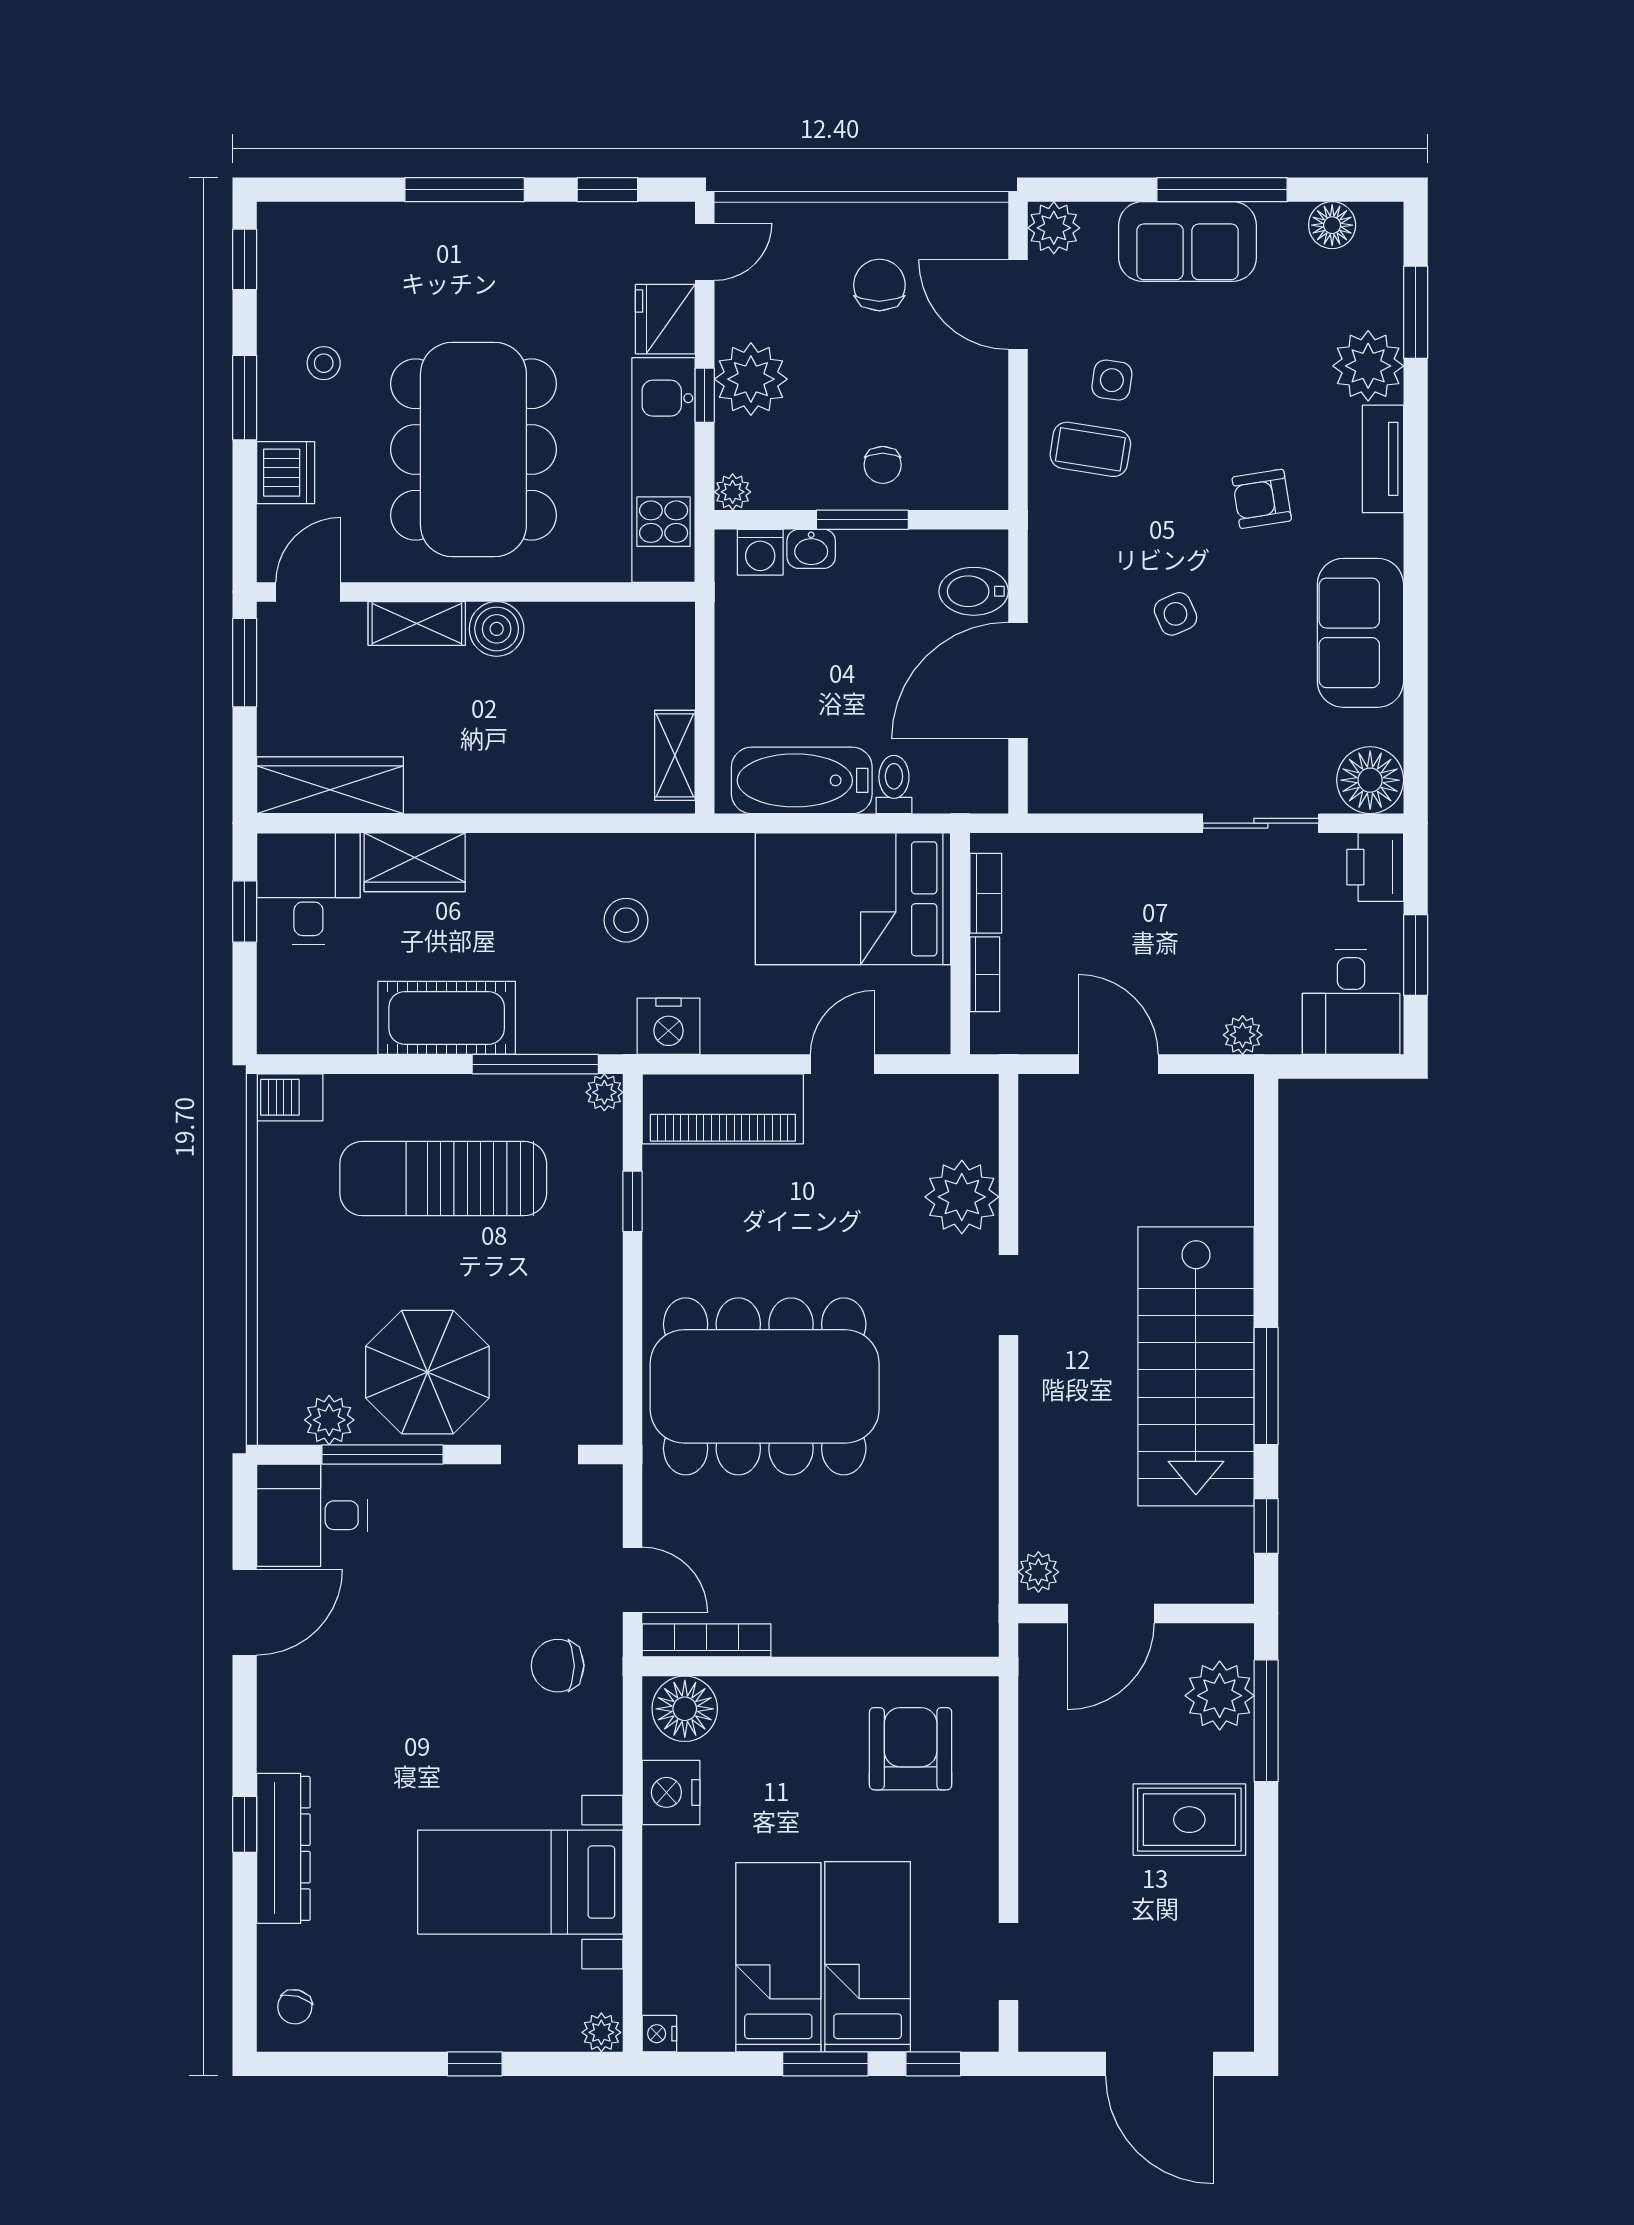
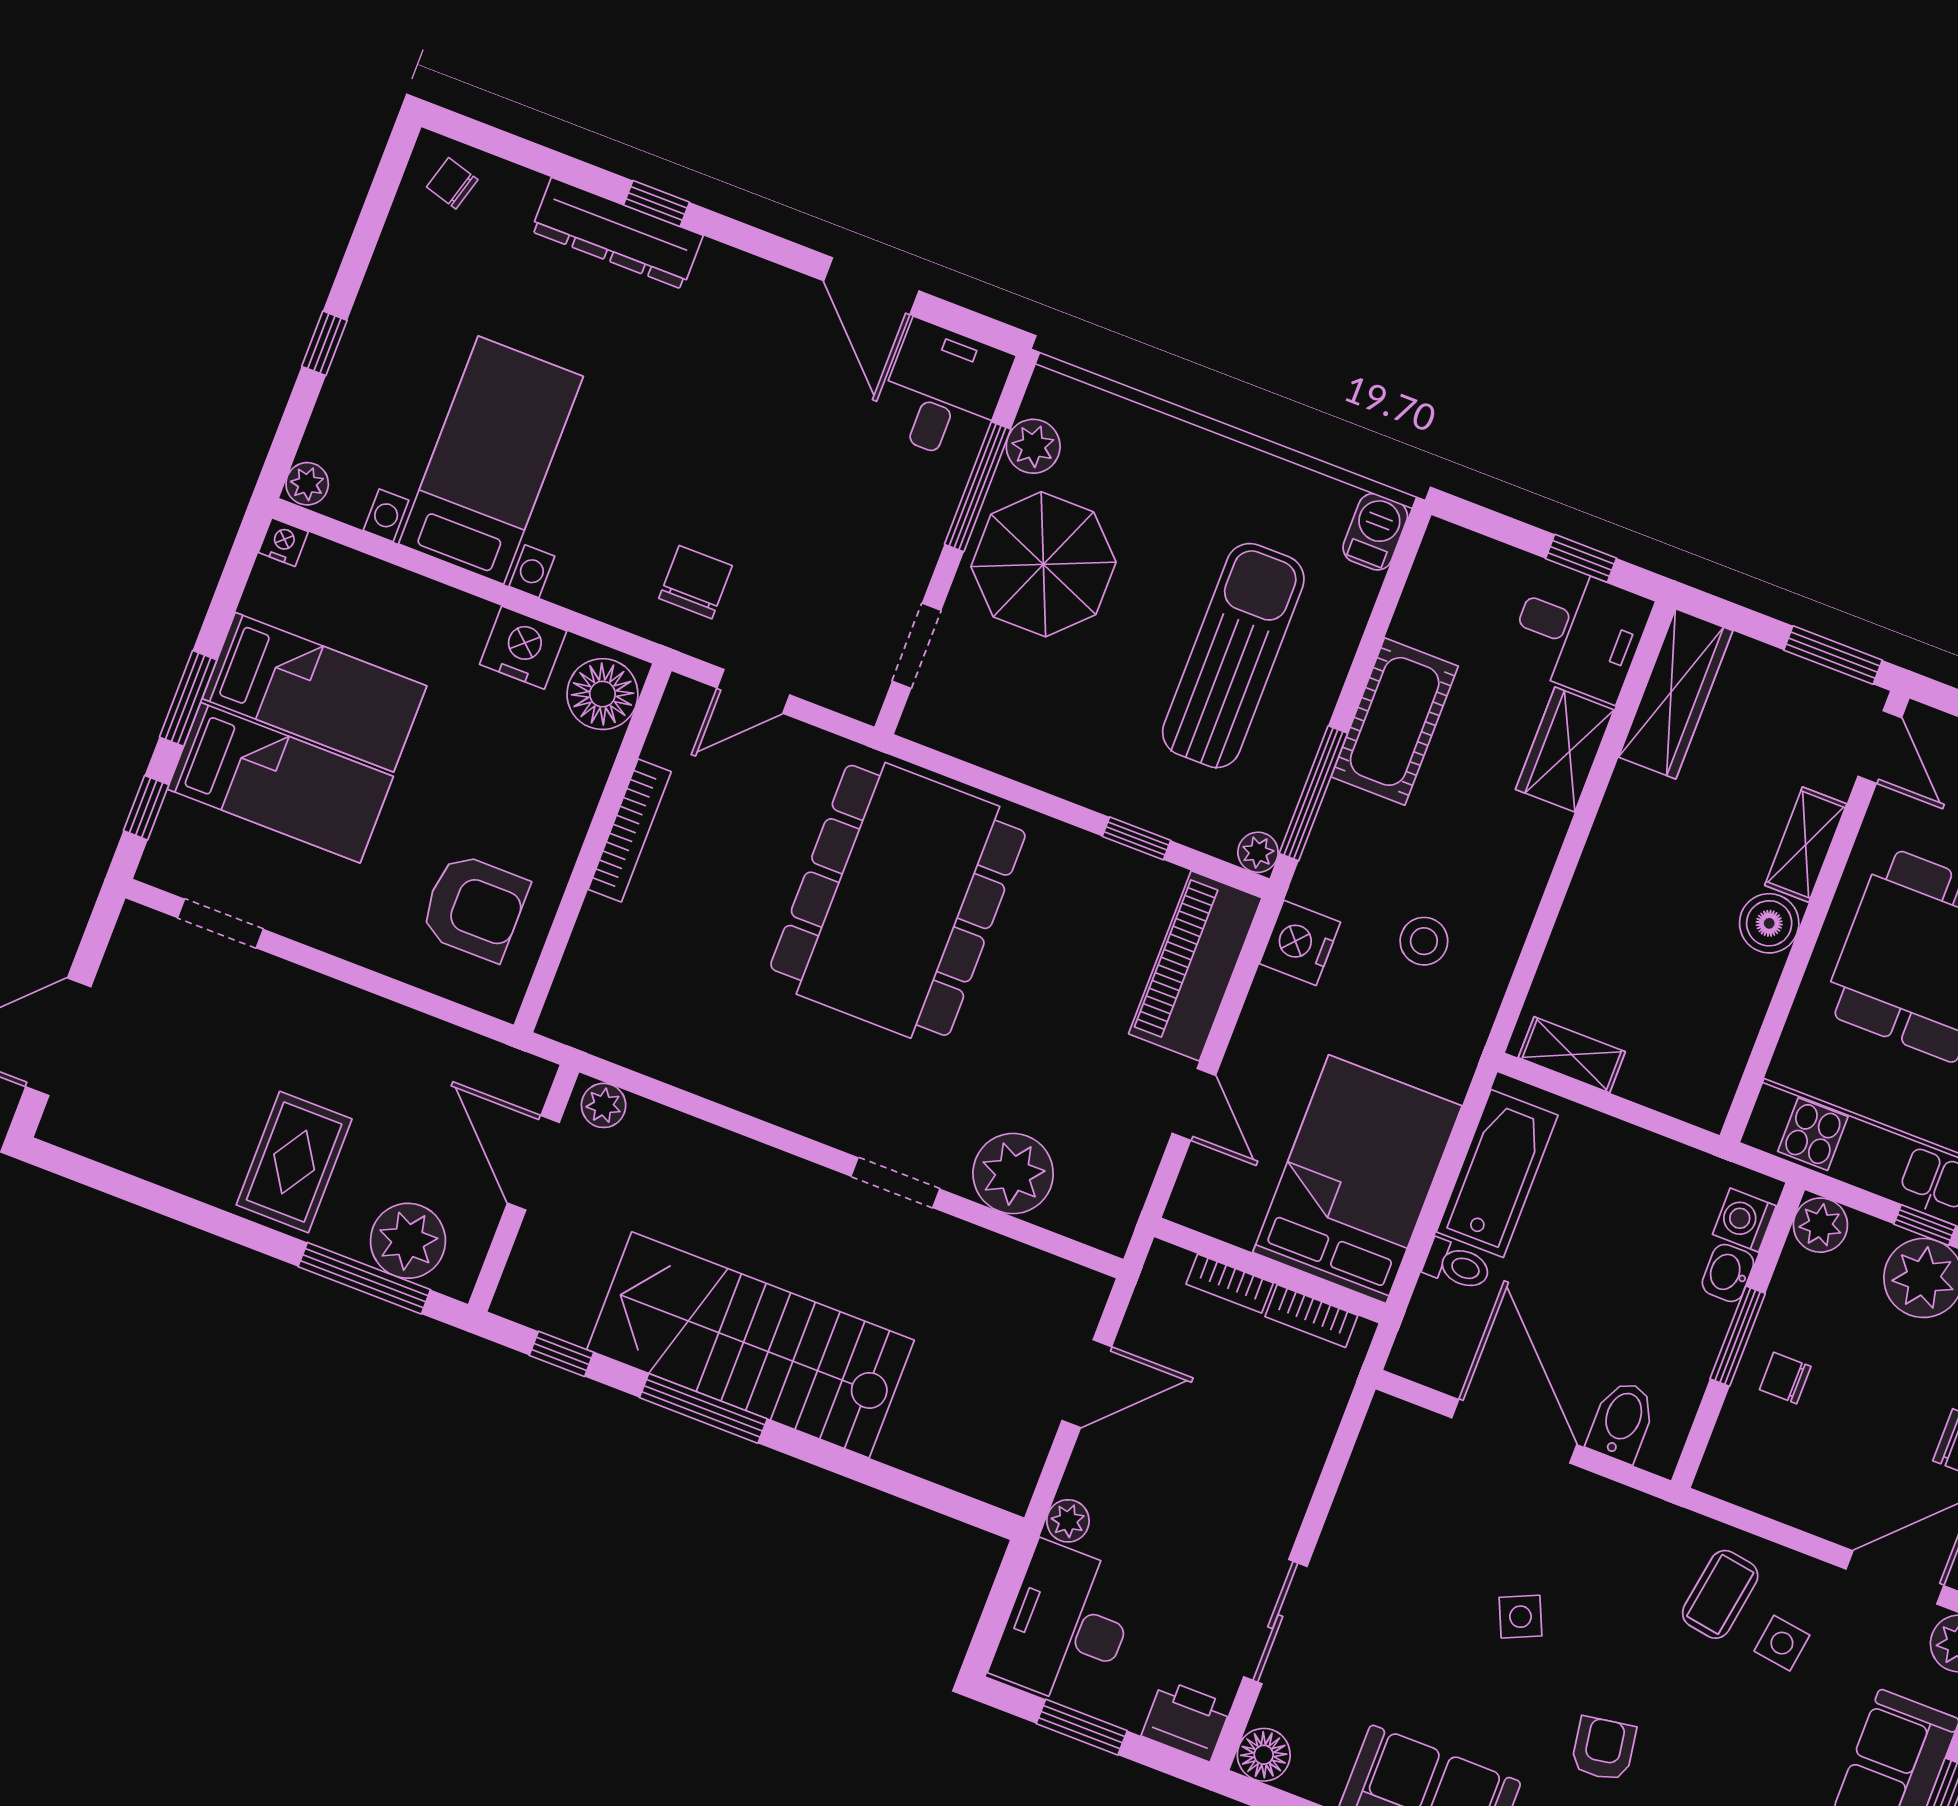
plant: (733, 492) -> (1820, 1225), width x1.38, depth x1.38
floor lamp: (1370, 780) -> (1264, 1755), width x0.73, depth x0.73
desk: (1351, 1002) -> (1066, 1625), width x1.37
bookcase: (707, 1640) -> (630, 831), moved

